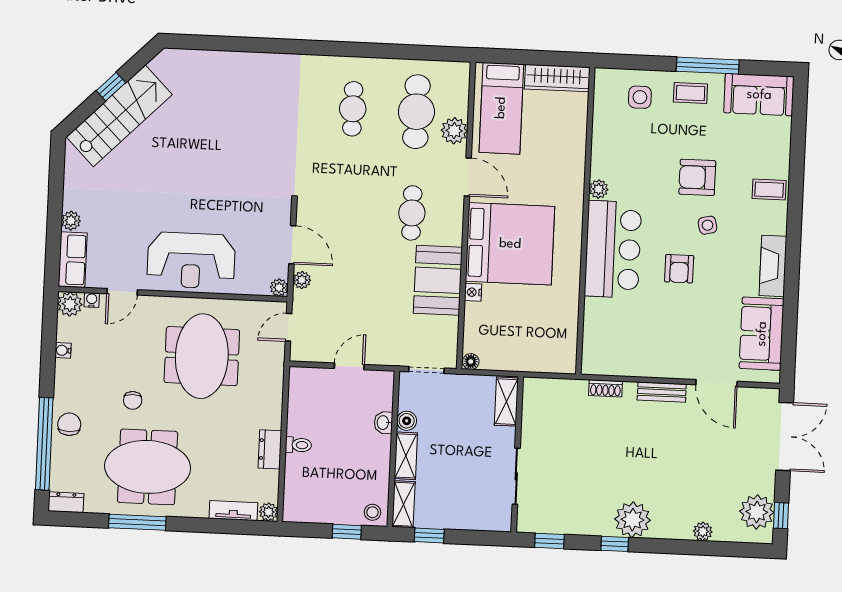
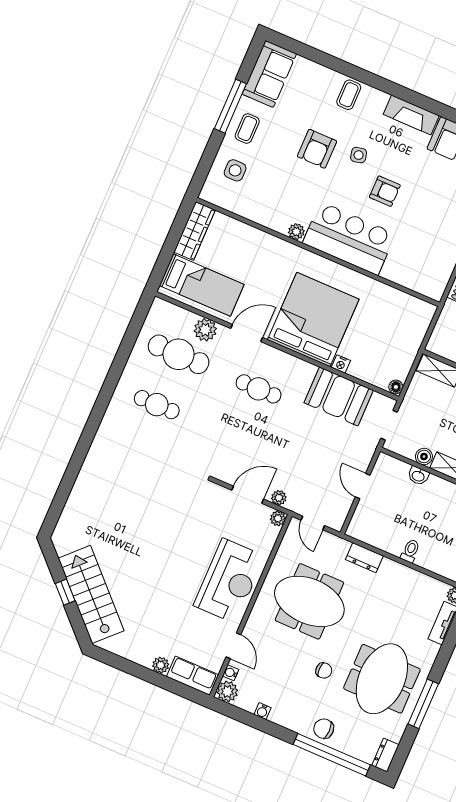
booth: (438, 280) -> (339, 396), moved
dresser: (270, 449) -> (364, 558), moved

